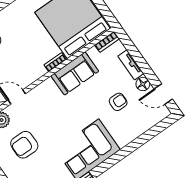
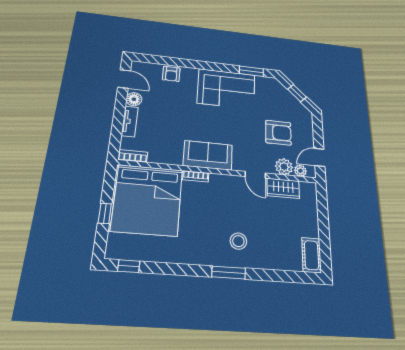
sofa: (75, 73) -> (208, 155), moved
armchair: (118, 102) -> (171, 74), moved, turned -90

